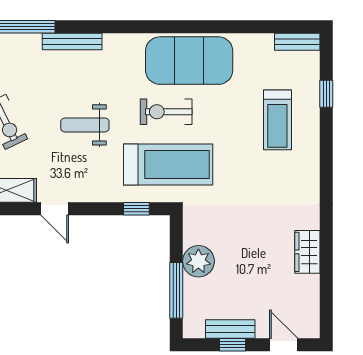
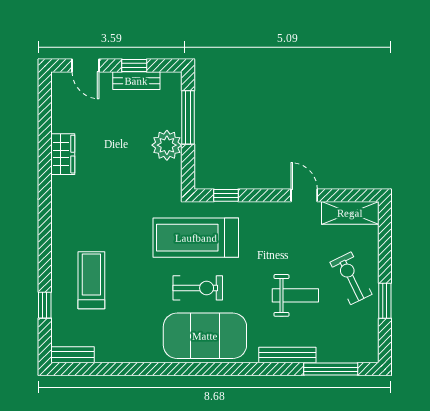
exercise mat: (189, 61) -> (205, 336), moved
weight bench: (85, 125) -> (295, 295), moved

